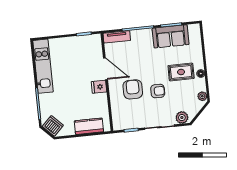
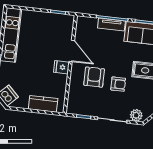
tv unit: (117, 37) -> (111, 25), moved

